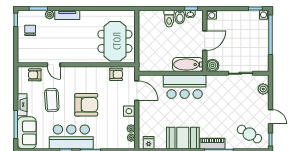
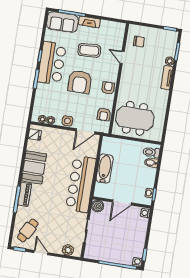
bidet: (180, 17) -> (151, 163), moved
toilet: (169, 19) -> (151, 152), moved
chair: (30, 30) -> (139, 42), moved
door: (205, 41) -> (122, 202), hinge flipped
bathtub: (188, 64) -> (105, 169), moved
door: (54, 65) -> (122, 57), hinge flipped
armchair: (35, 75) -> (108, 88), moved
bar counter: (185, 87) -> (81, 184), width x1.36
door: (270, 117) -> (41, 253), swing flipped

